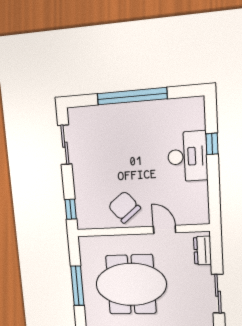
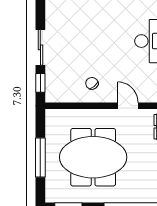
sliding door: (65, 145) -> (40, 47), moved
chair: (124, 207) -> (92, 83), width x0.54, depth x0.54

